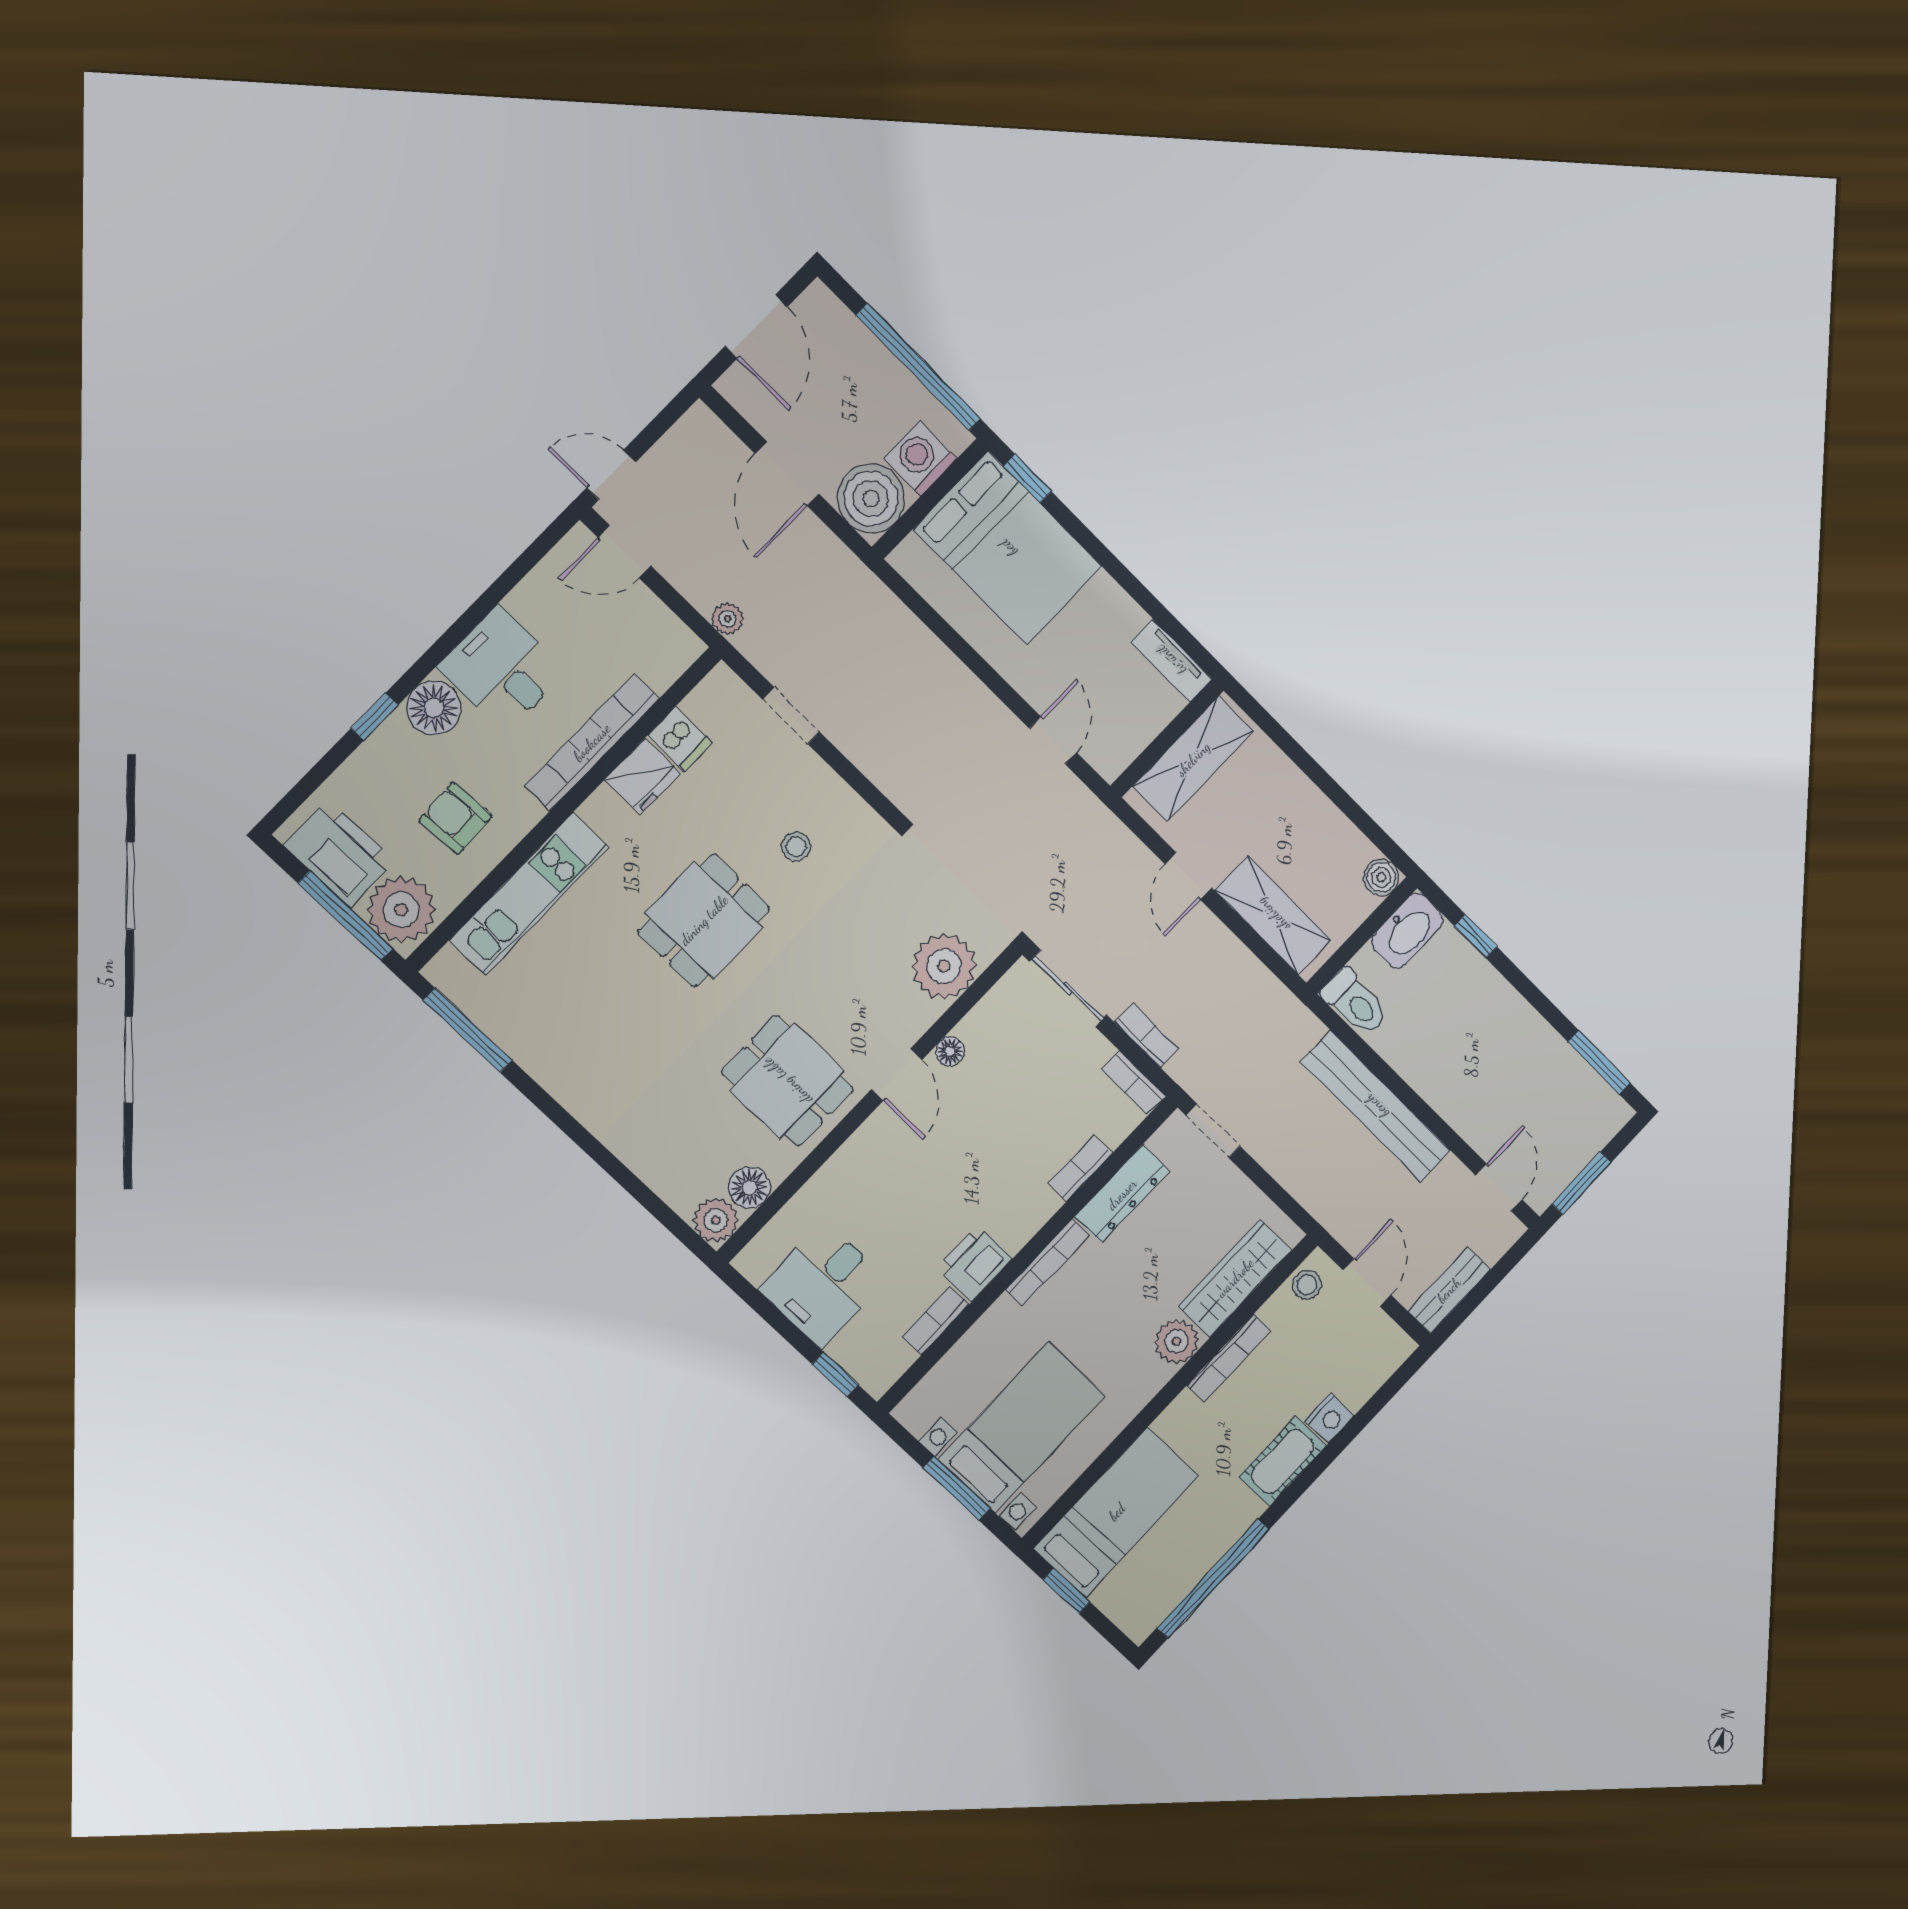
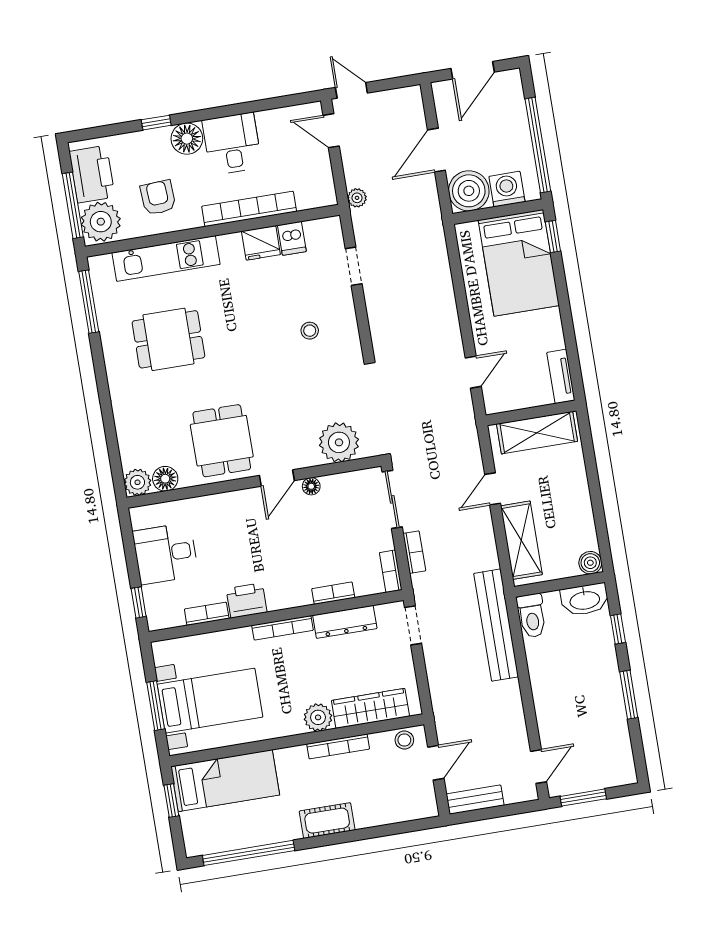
dining table: (704, 920) -> (168, 339), moved
window: (1599, 1062) -> (629, 695), moved
bench: (1376, 1106) -> (496, 625), moved
nightstand: (1330, 1418) -> (367, 817), removed

